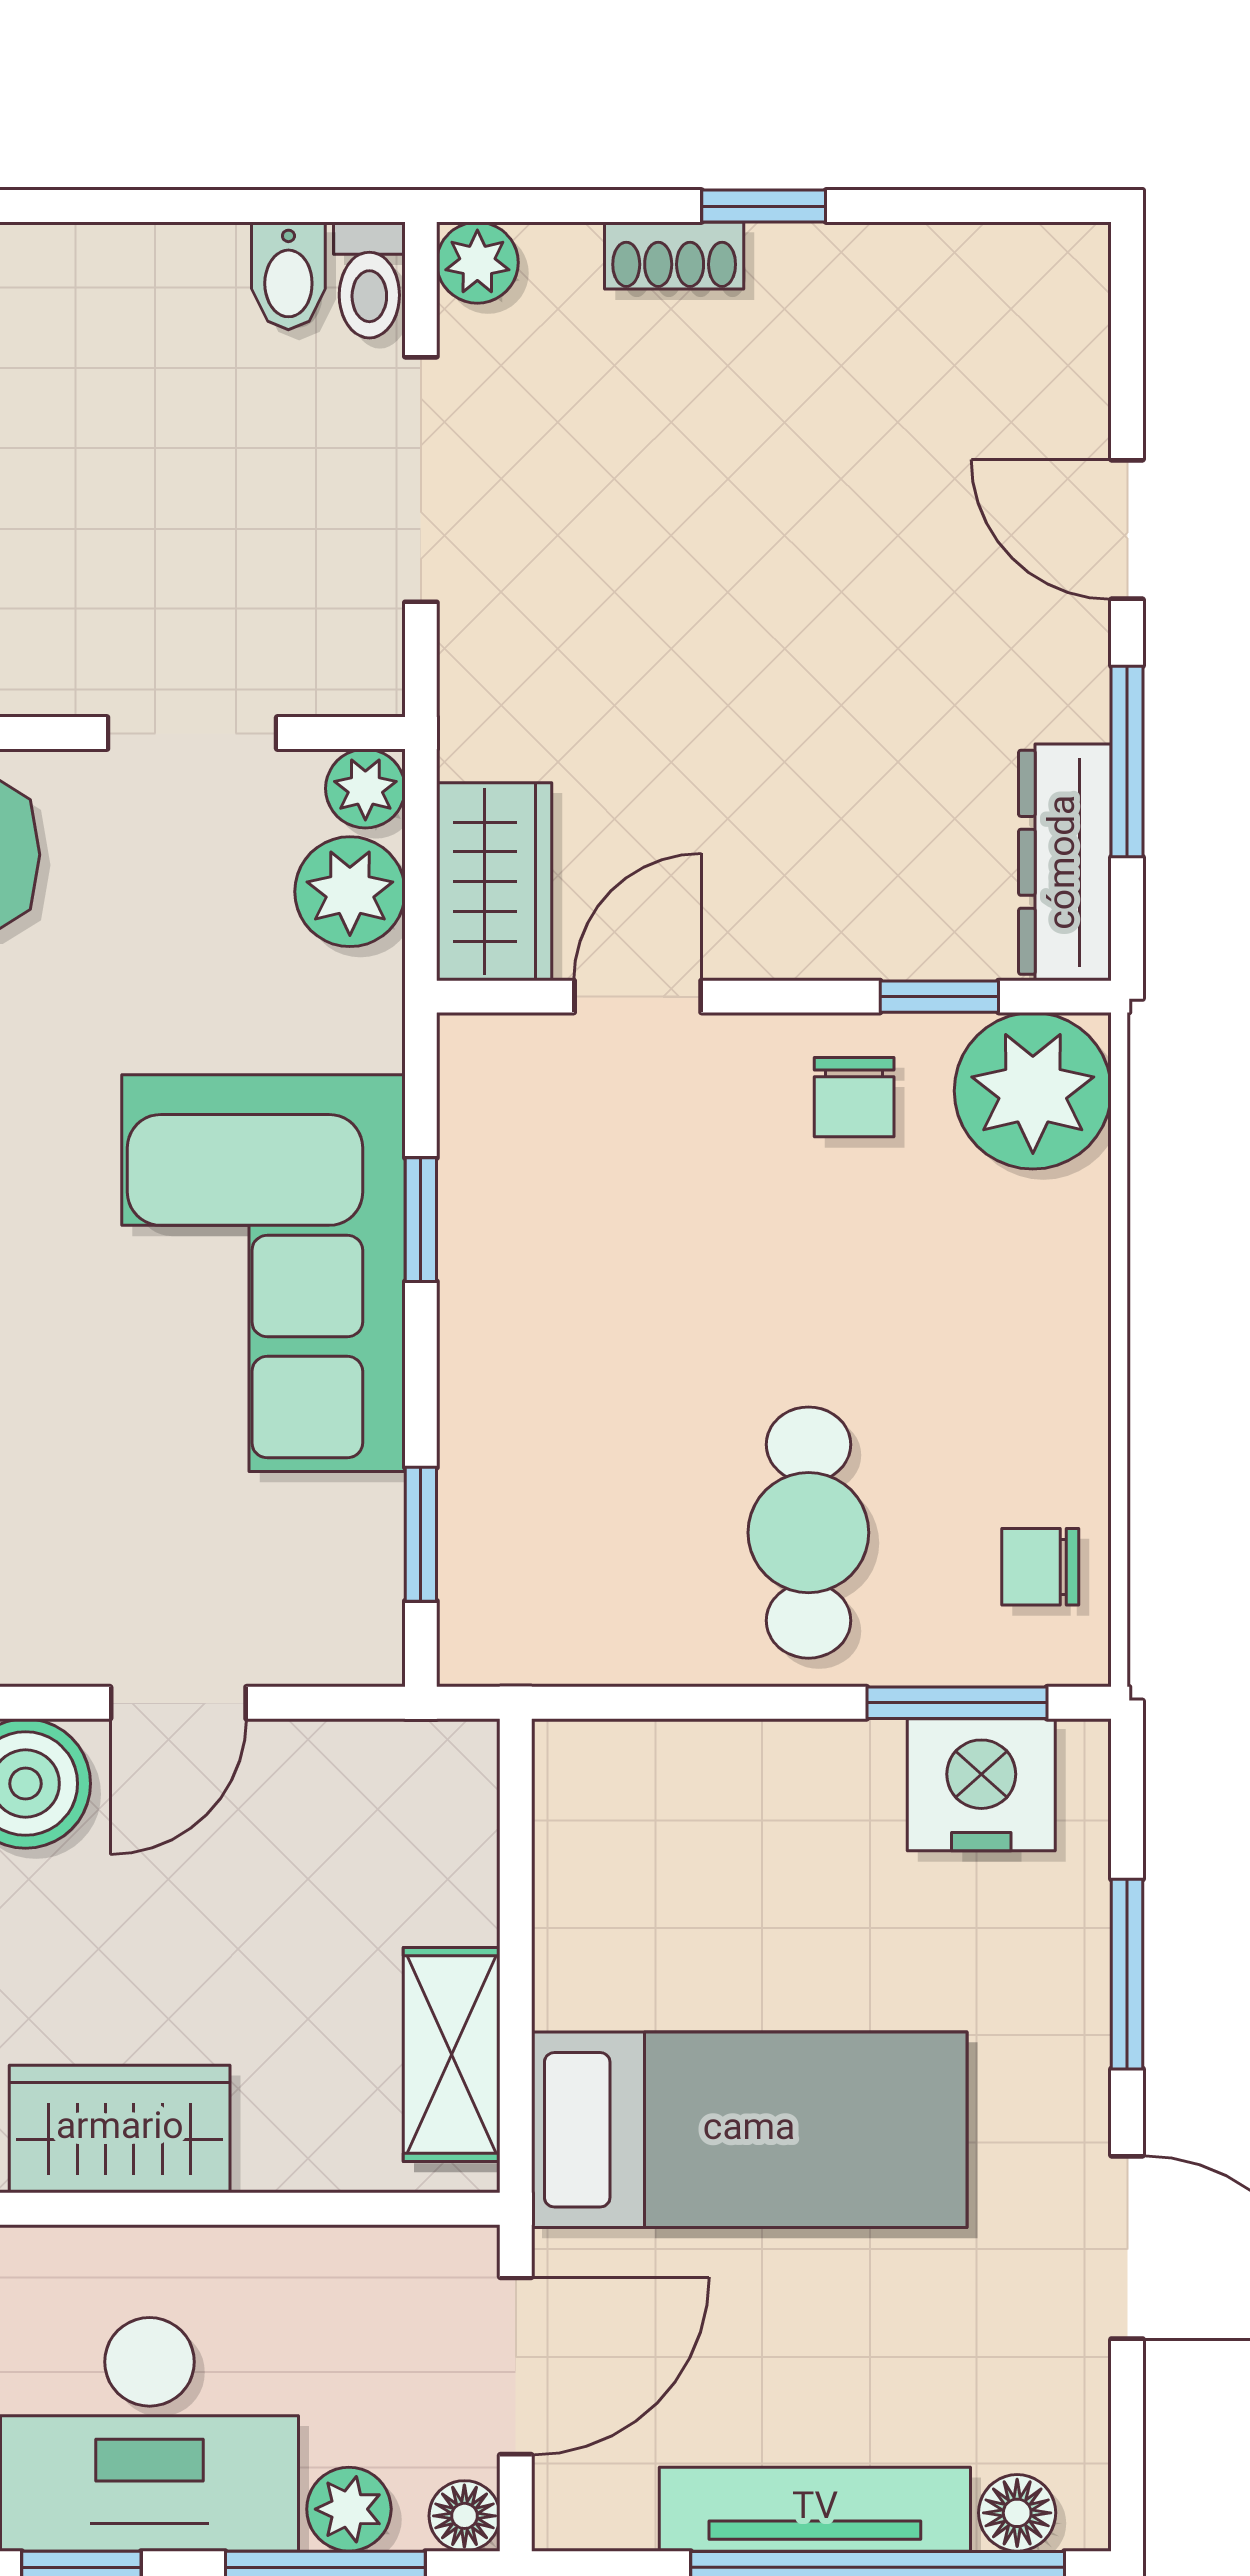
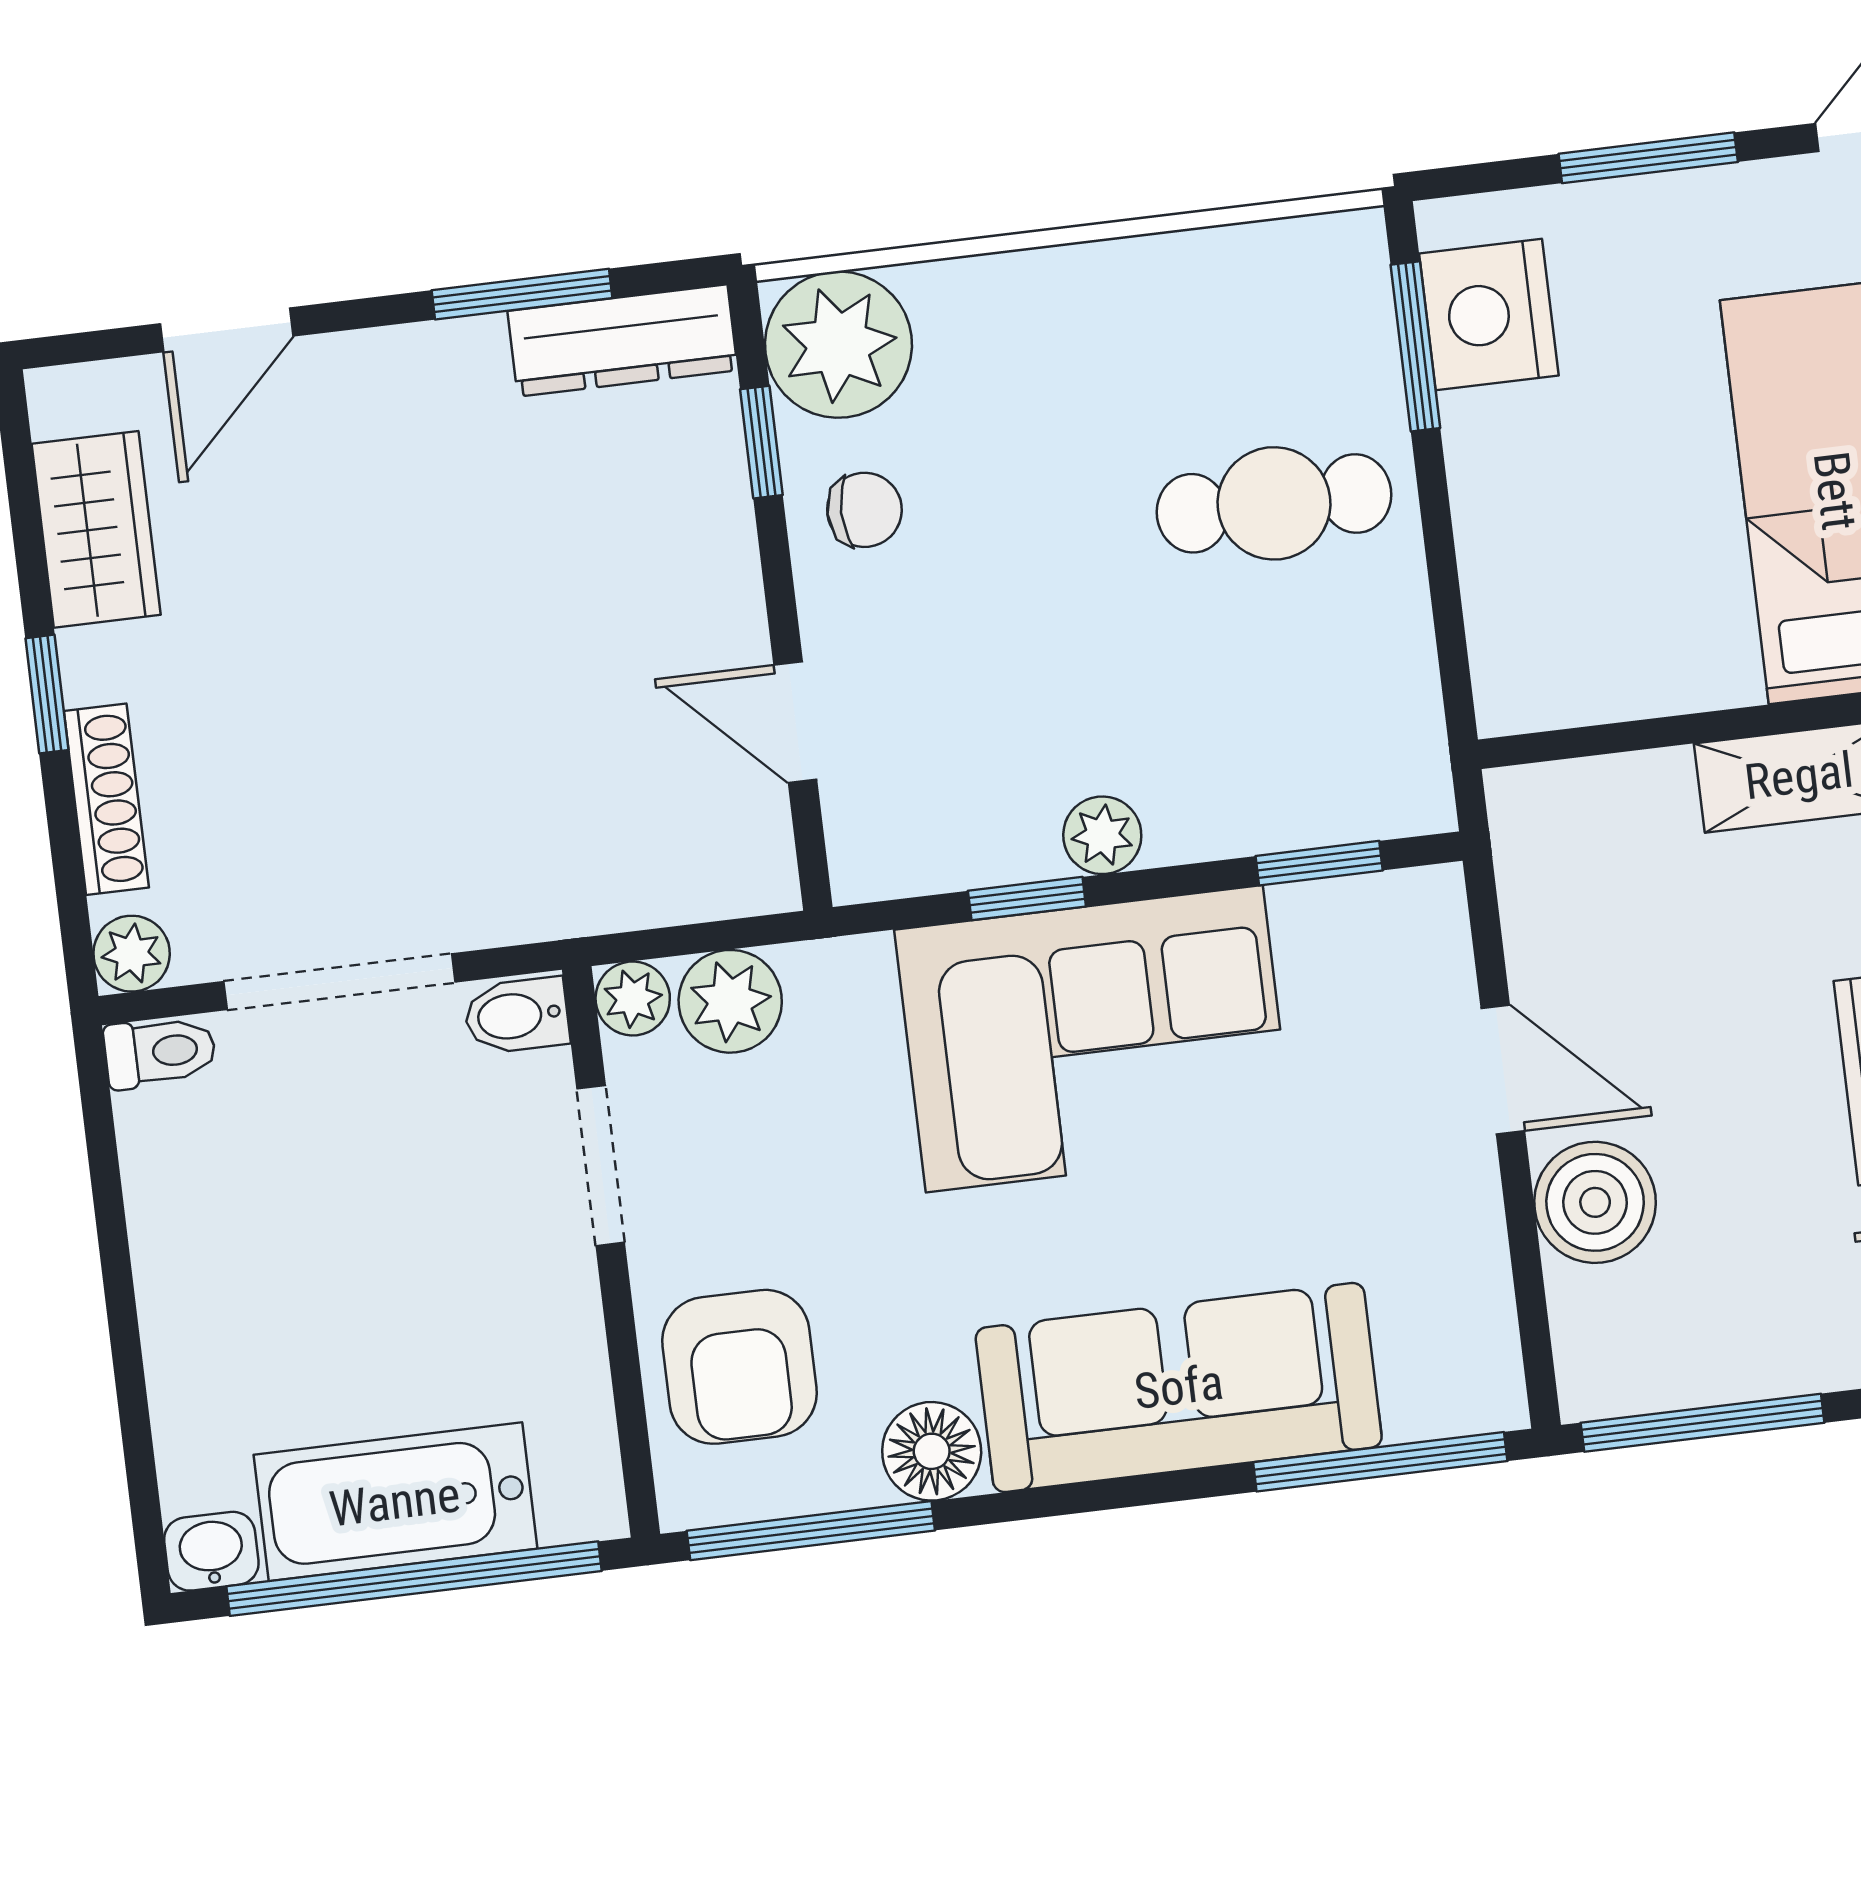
shoe rack: (674, 256) -> (106, 799), width x1.43
bidet: (288, 276) -> (517, 1016), moved, turned 180
door: (1127, 530) -> (227, 330), moved
wardrobe: (494, 882) -> (96, 529), moved, turned 90
plant: (478, 1308) -> (1102, 835), added
chair: (1040, 1567) -> (1280, 284), removed

